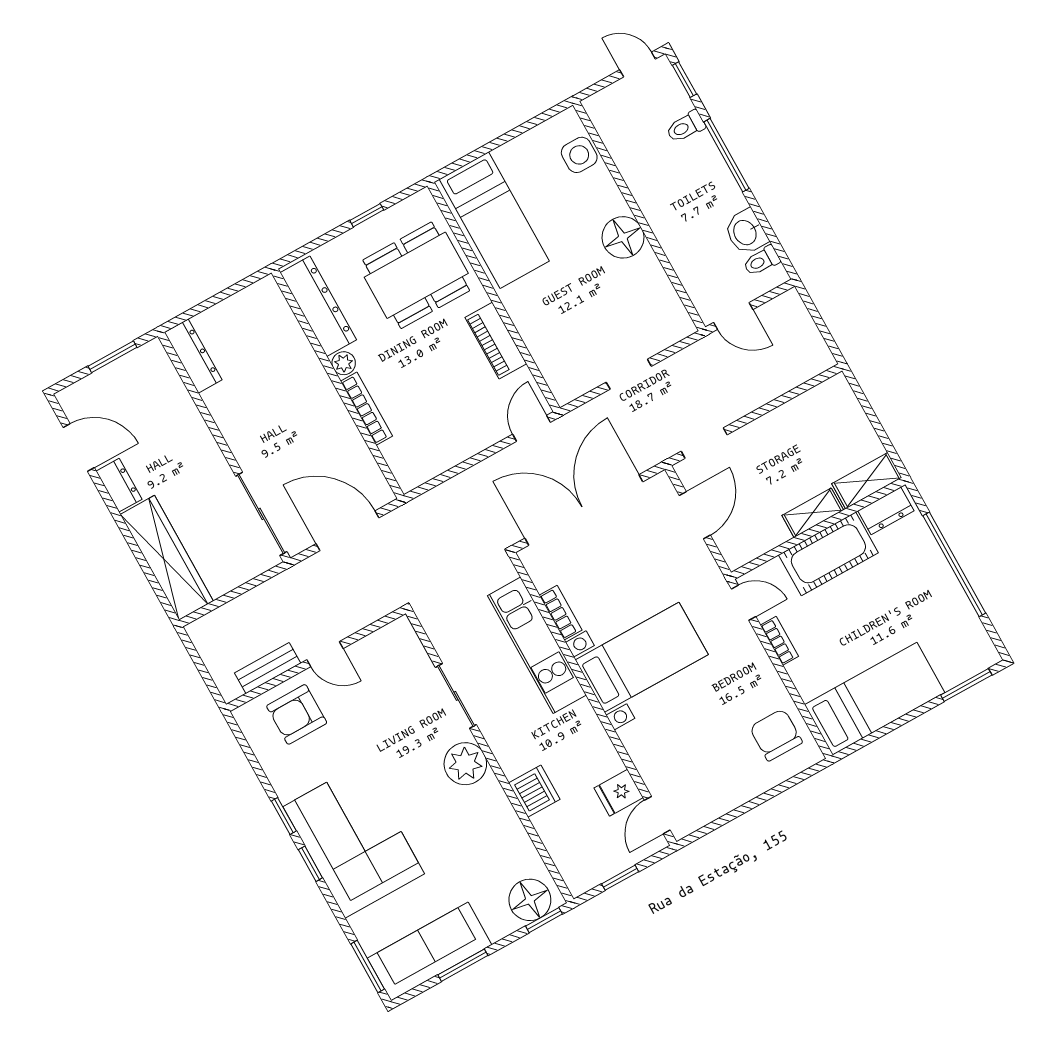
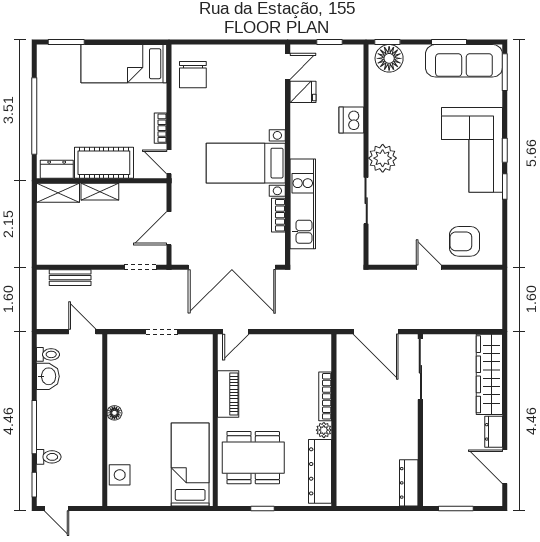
floor lamp: (623, 237) -> (114, 413), width x0.53, depth x0.53
bench: (268, 668) -> (70, 278), moved
armchair: (297, 714) -> (465, 241), turned 180

